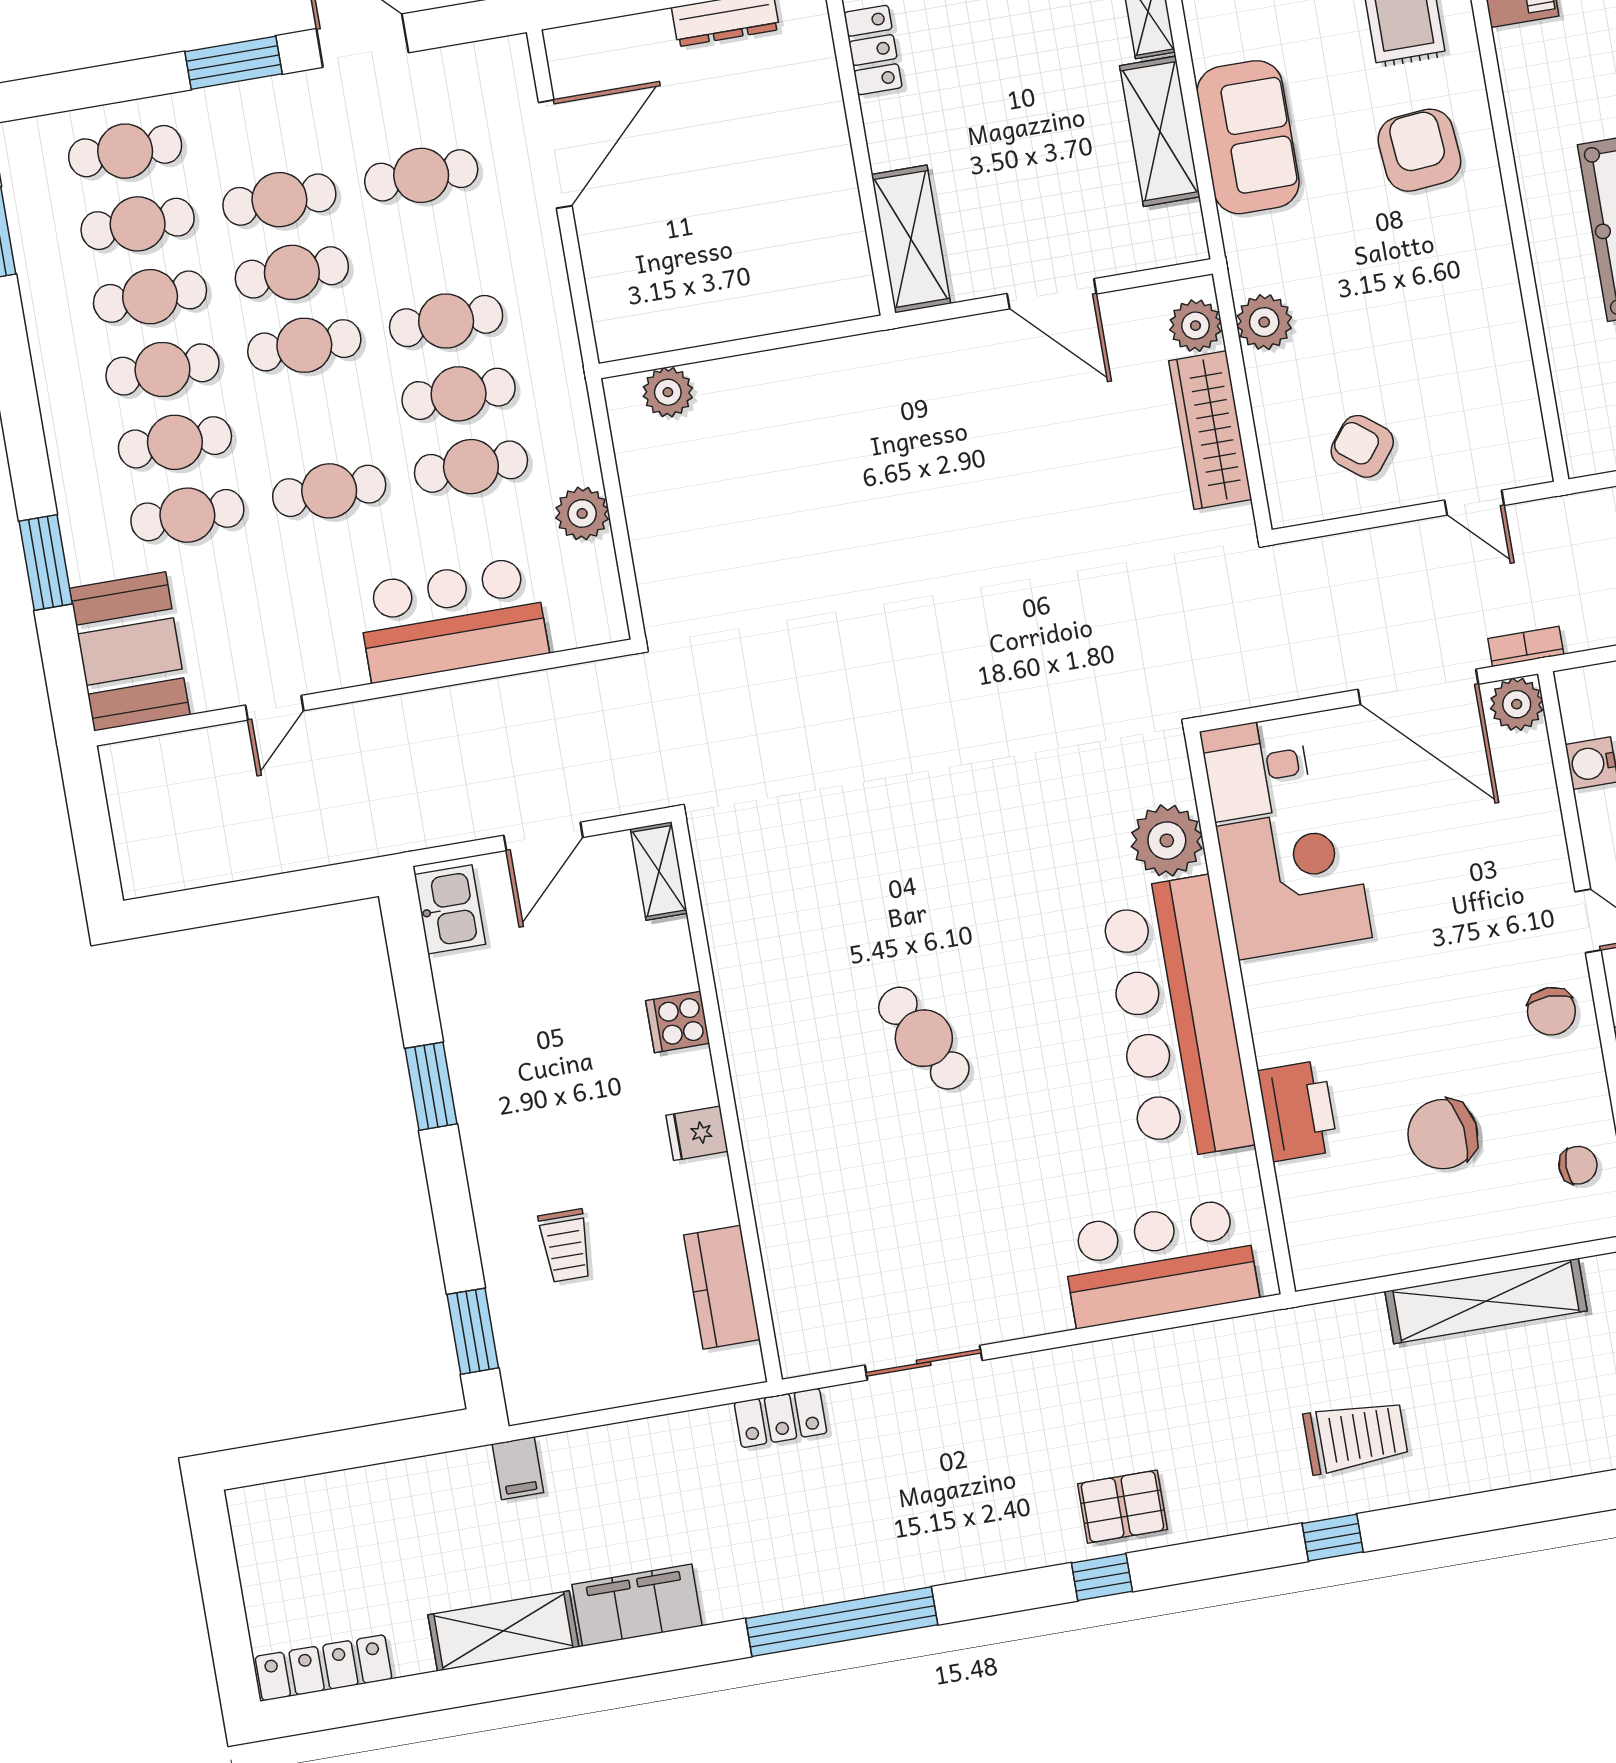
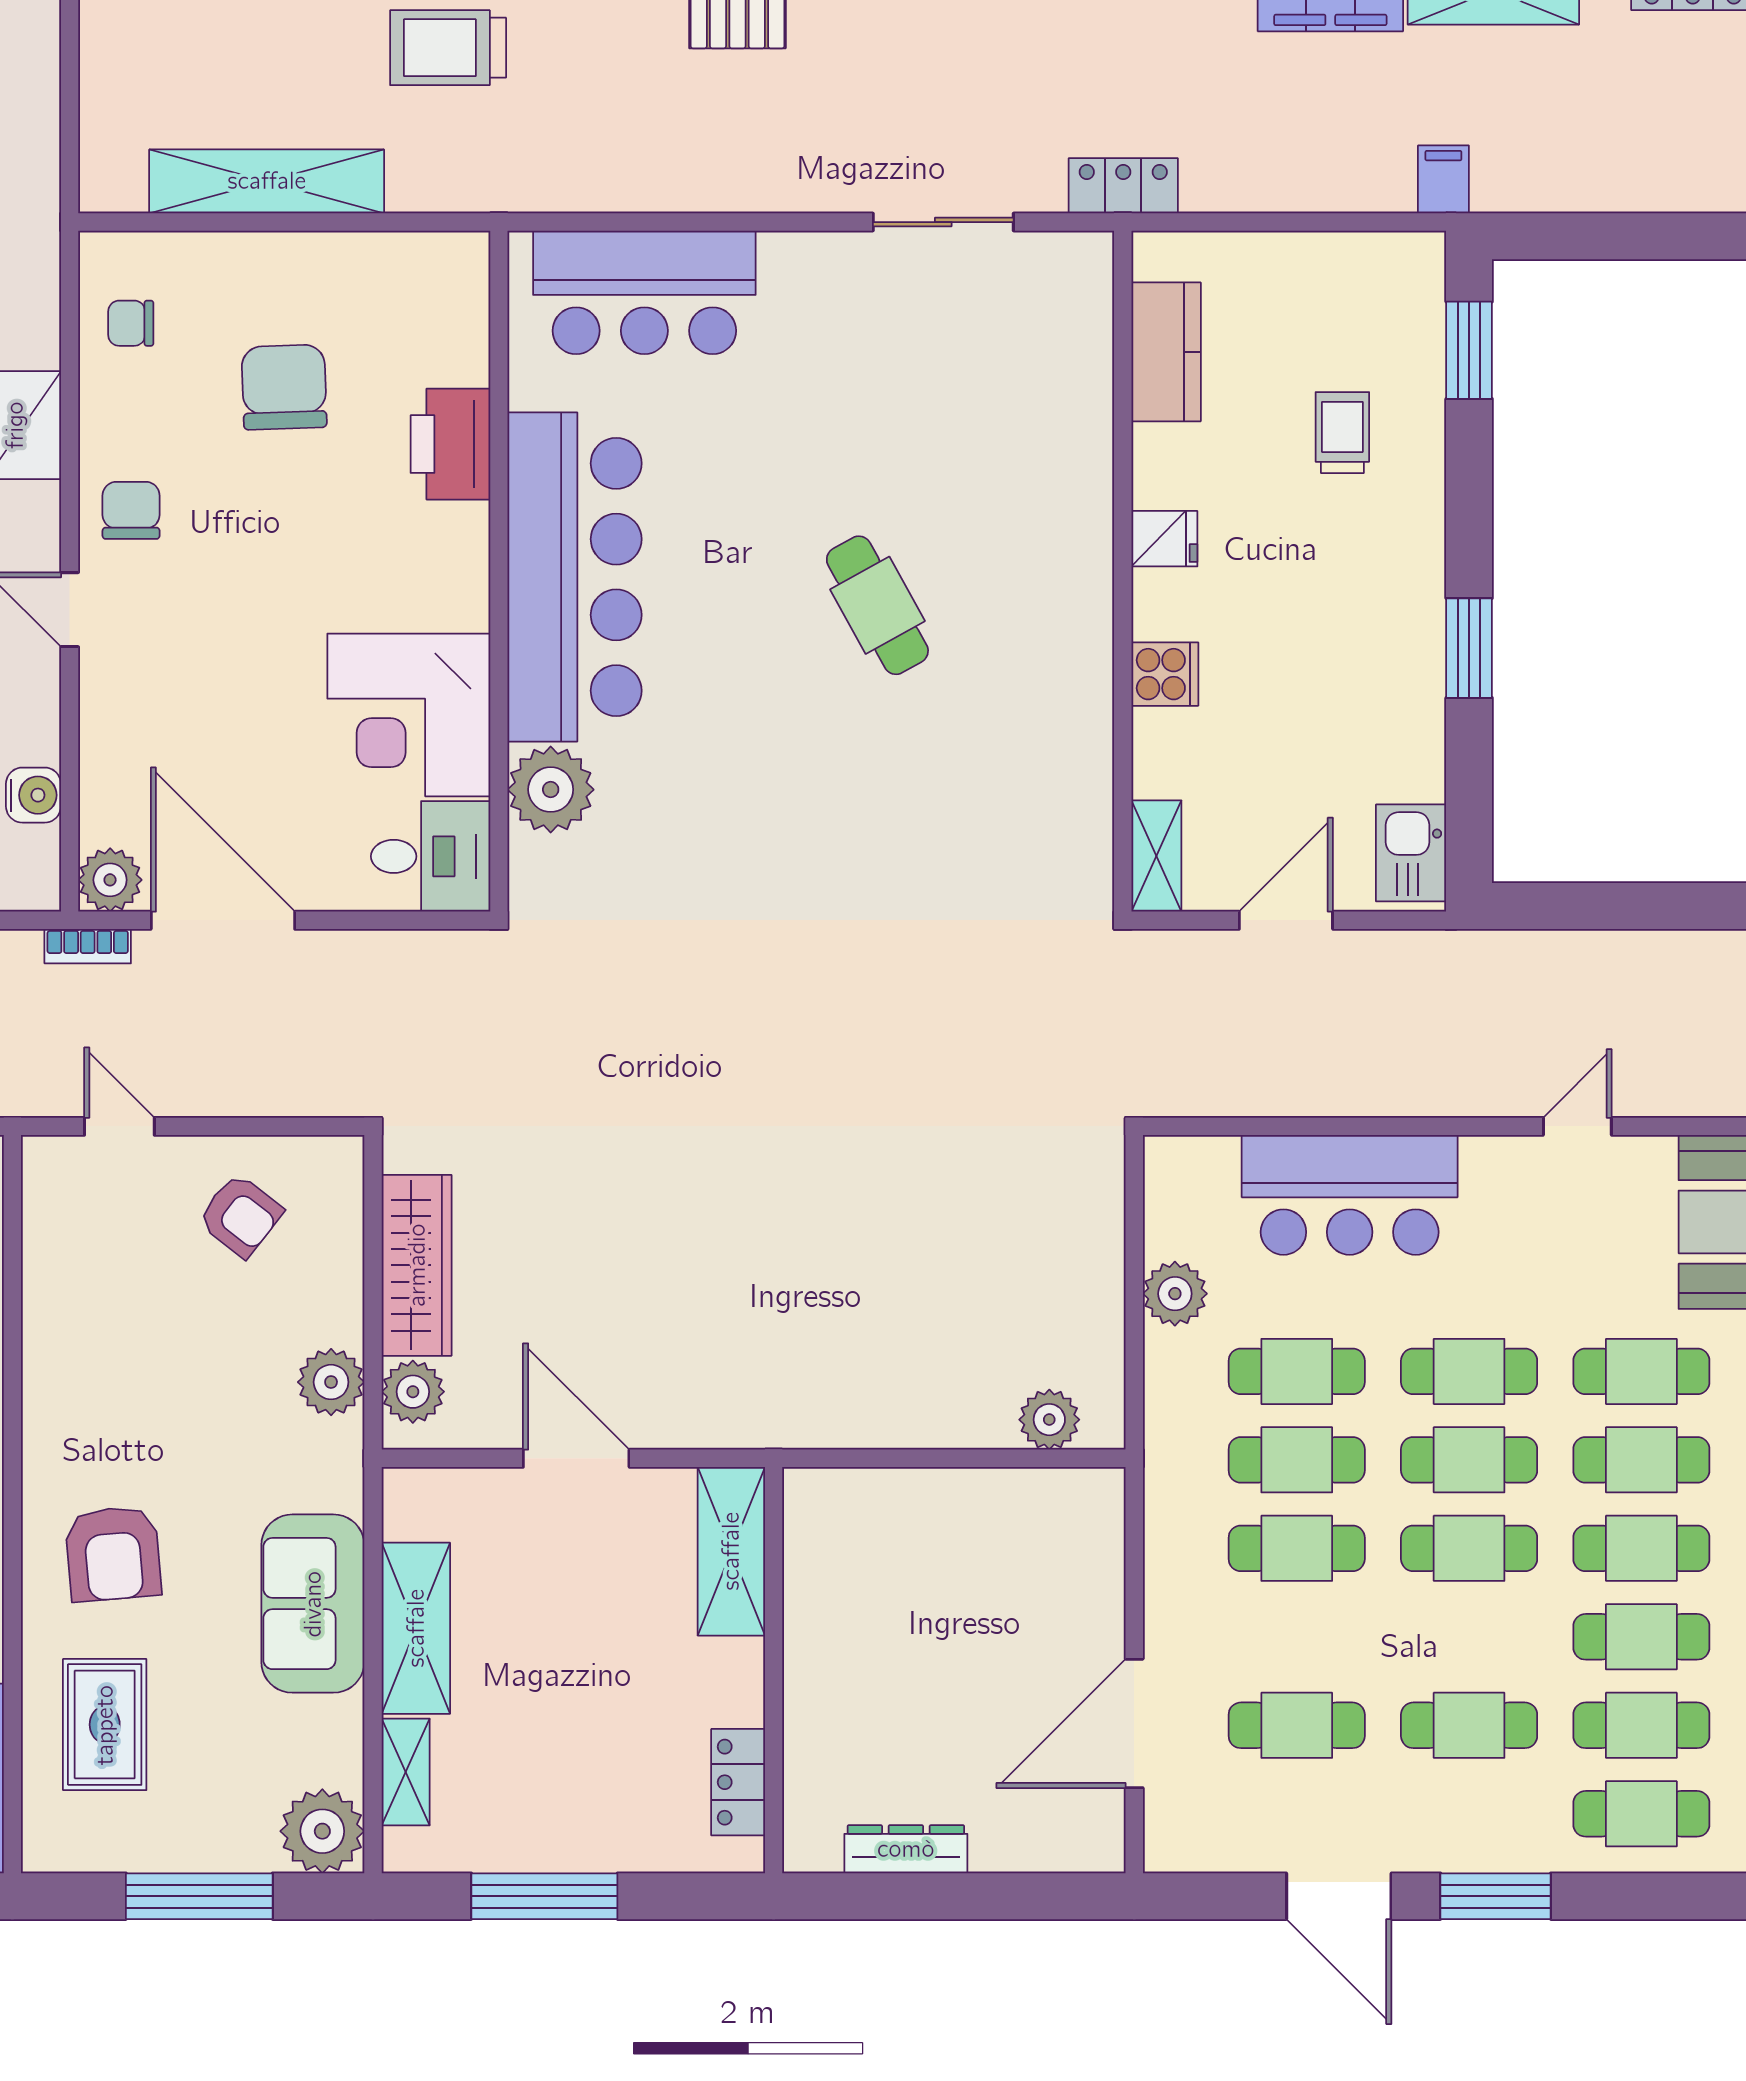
cafe table: (292, 272) -> (1469, 1460), moved
chair: (1443, 1134) -> (284, 387), turned -83

